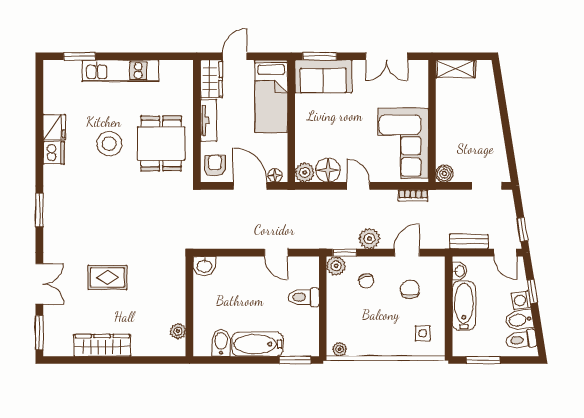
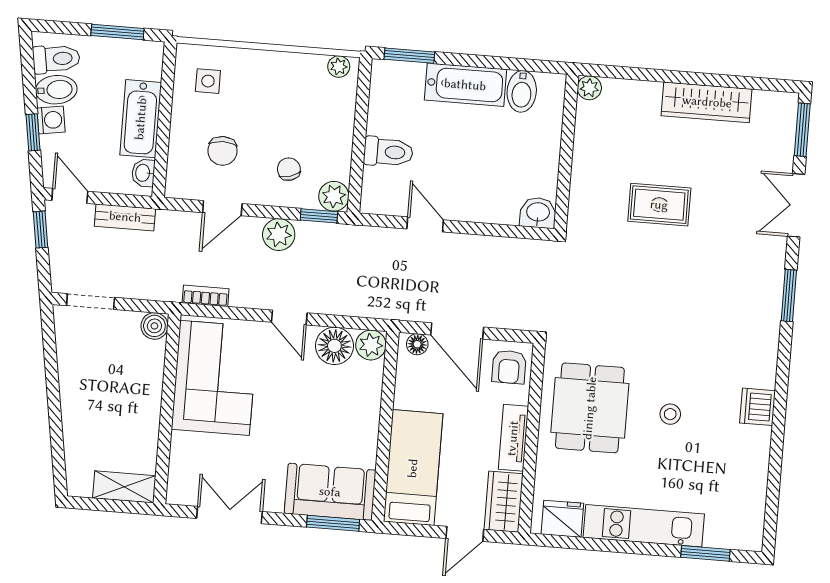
fridge: (54, 127) -> (562, 519), moved, turned 90
stool: (109, 144) -> (670, 414), width x0.53, depth x0.53
window: (39, 210) -> (789, 295), moved
rug: (107, 277) -> (659, 205), moved
plant: (178, 331) -> (589, 88), moved

